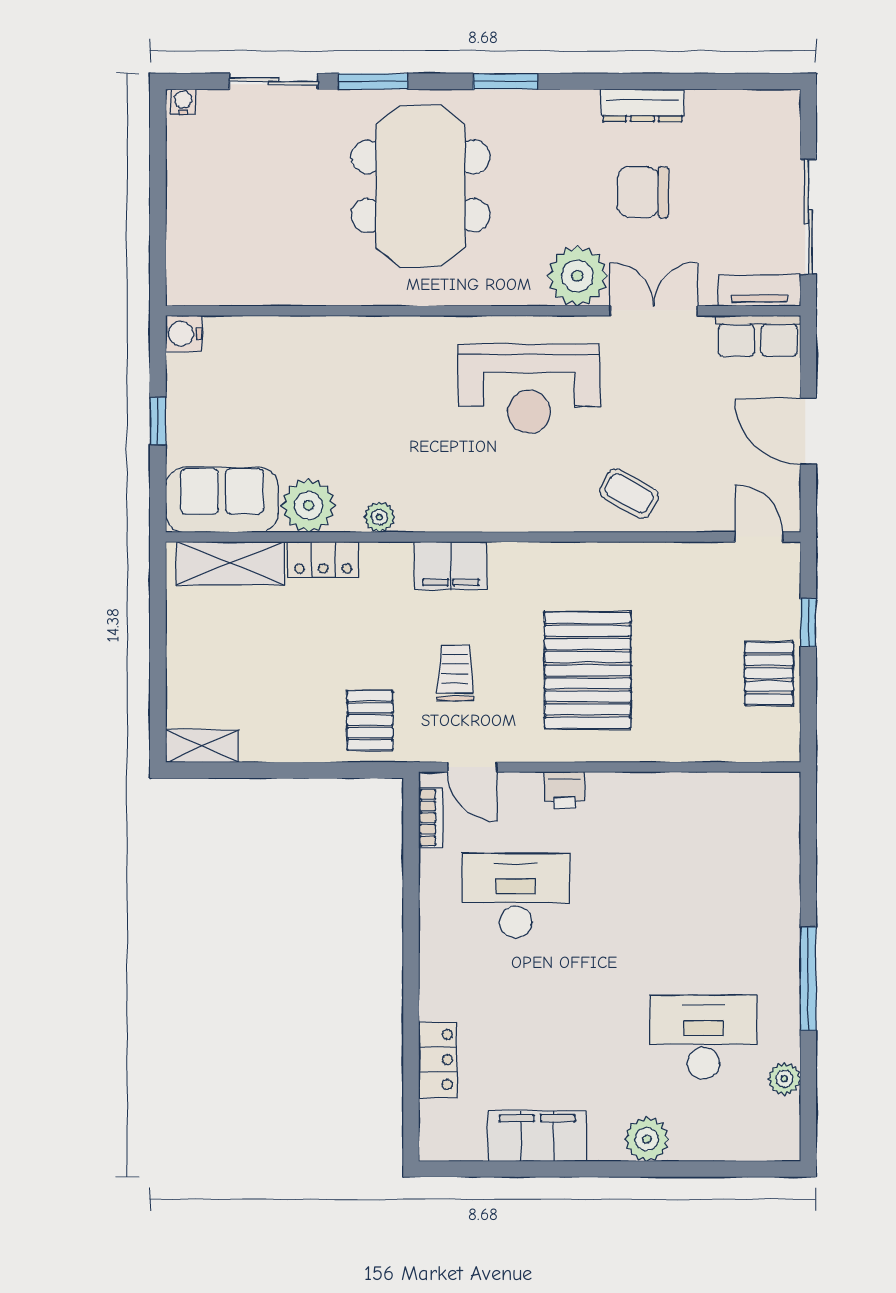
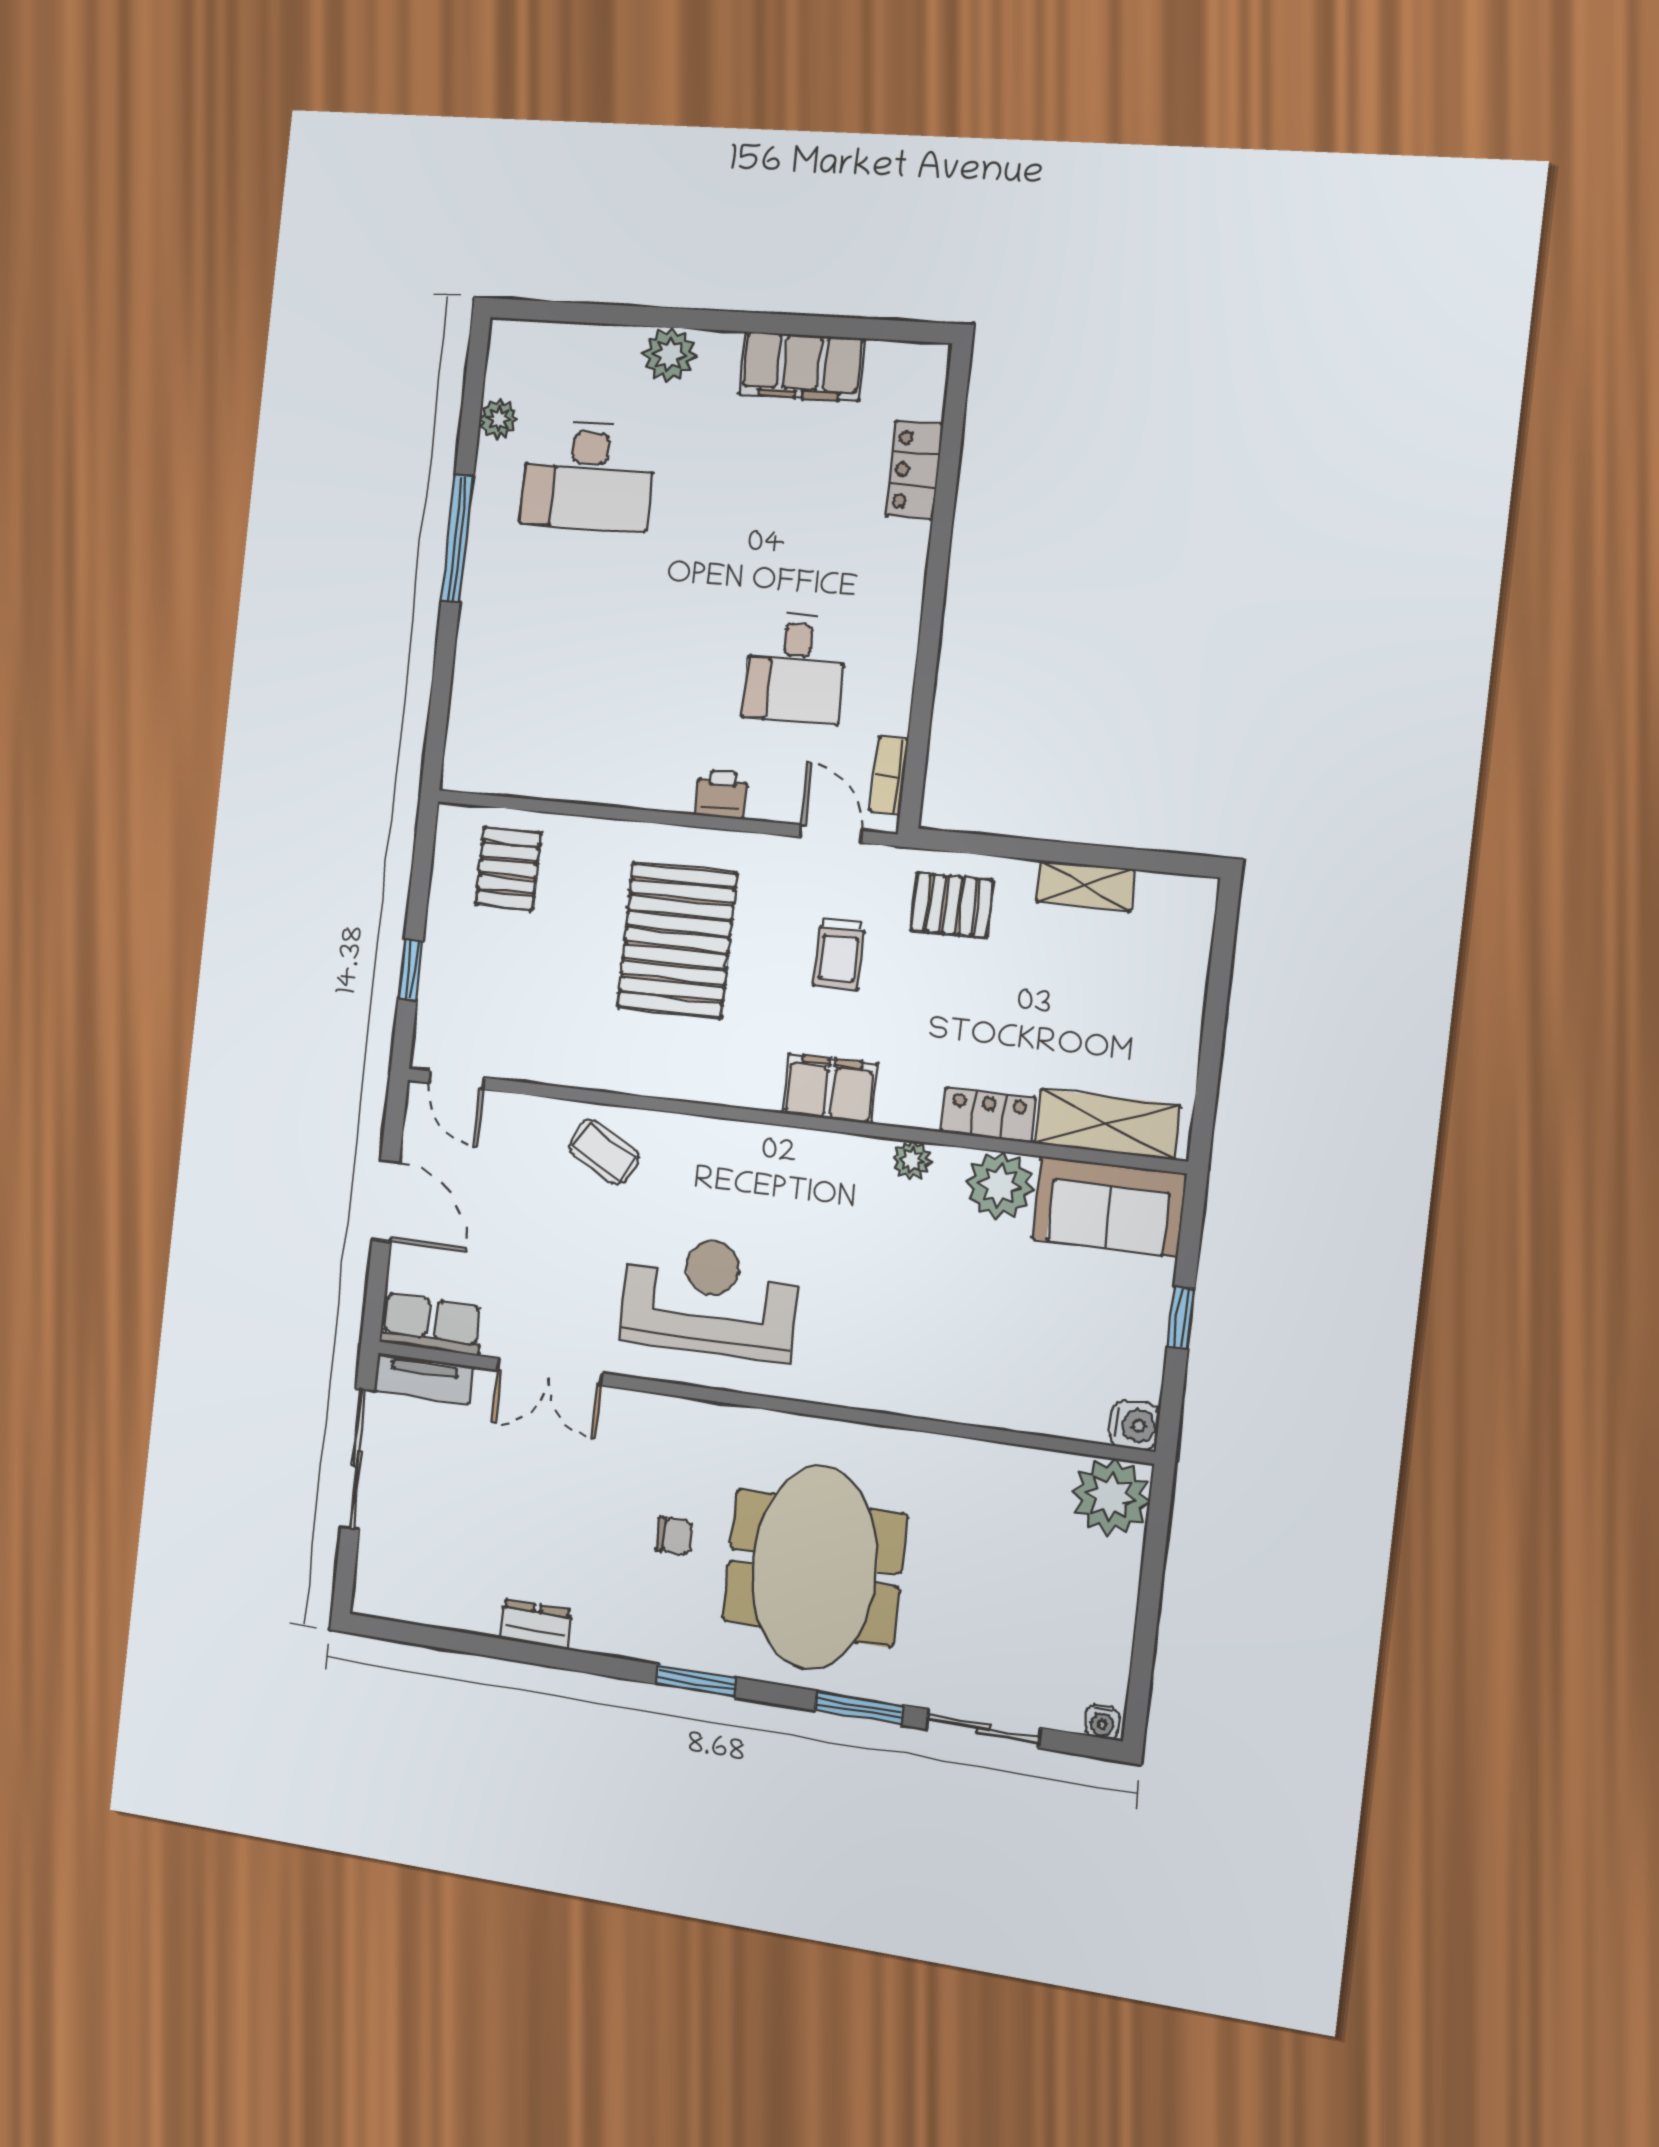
dresser: (642, 105) -> (536, 1624), width x0.70
chair: (643, 192) -> (674, 1536), moved, width x0.54, depth x0.54
plant: (577, 276) -> (1111, 1497), moved
pallet: (769, 673) -> (508, 868), moved
pallet: (370, 720) -> (952, 905), turned 90
shelving: (202, 746) -> (1085, 886), moved
desk: (516, 896) -> (795, 668), width x0.73

